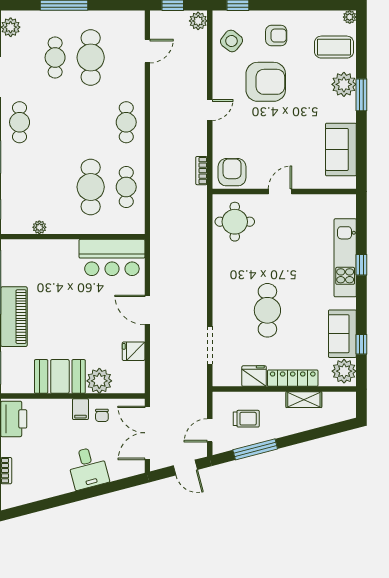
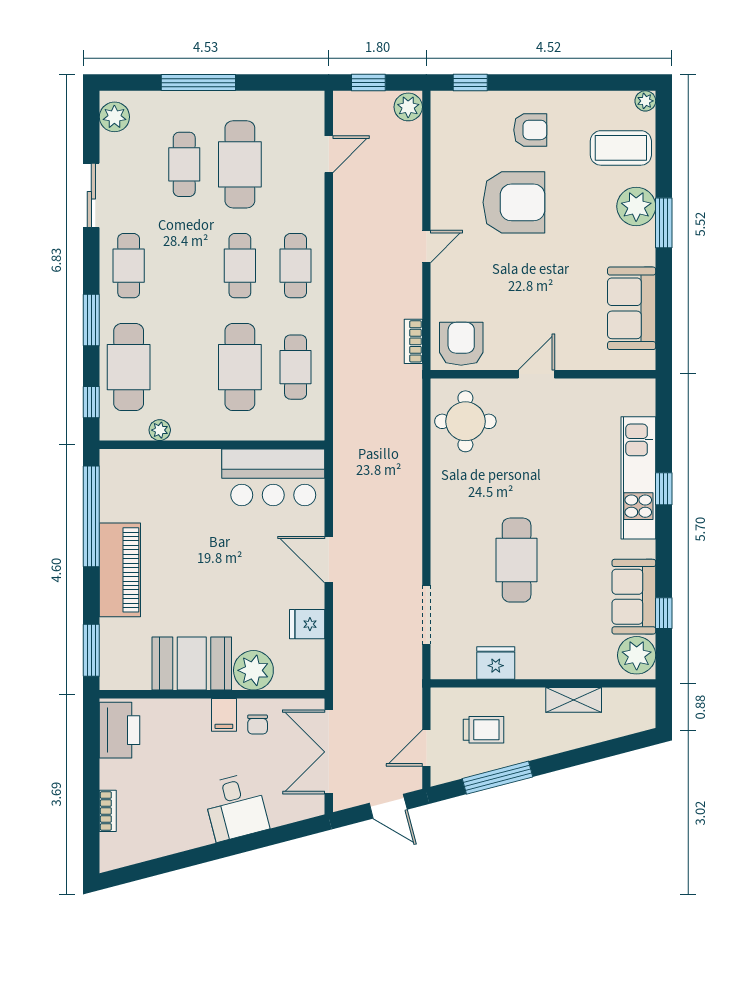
side table: (231, 41) -> (460, 138), removed
cafe table: (91, 122) -> (240, 266), added
cafe table: (20, 187) -> (129, 367), added
locker: (293, 378) -> (556, 666), removed

